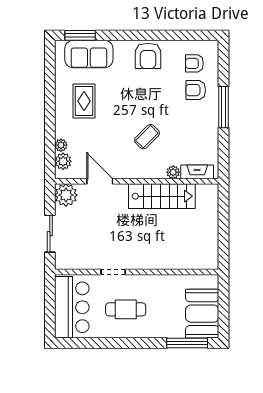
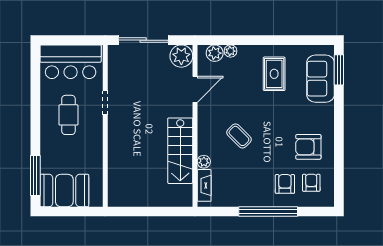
armchair: (148, 56) -> (308, 147), moved
rug: (84, 101) -> (274, 74), turned 90
window: (224, 107) -> (268, 211), width x1.46
sliding door: (50, 234) -> (143, 40), width x1.37

